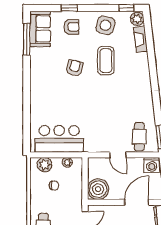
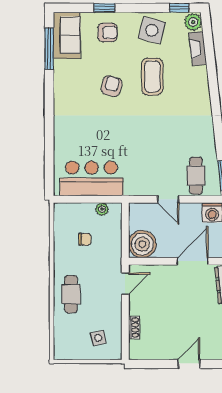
plant: (45, 165) -> (72, 212), removed

